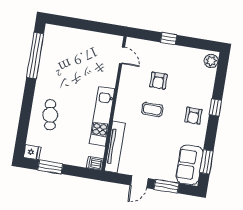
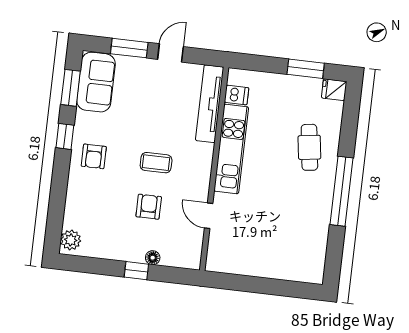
floor lamp: (157, 47) -> (153, 258), added
door: (122, 55) -> (209, 216), moved
window: (35, 56) -> (342, 191), moved
window: (215, 107) -> (65, 136), moved
armchair: (193, 116) -> (94, 156), turned 180
dishwasher: (95, 163) -> (236, 95), moved

